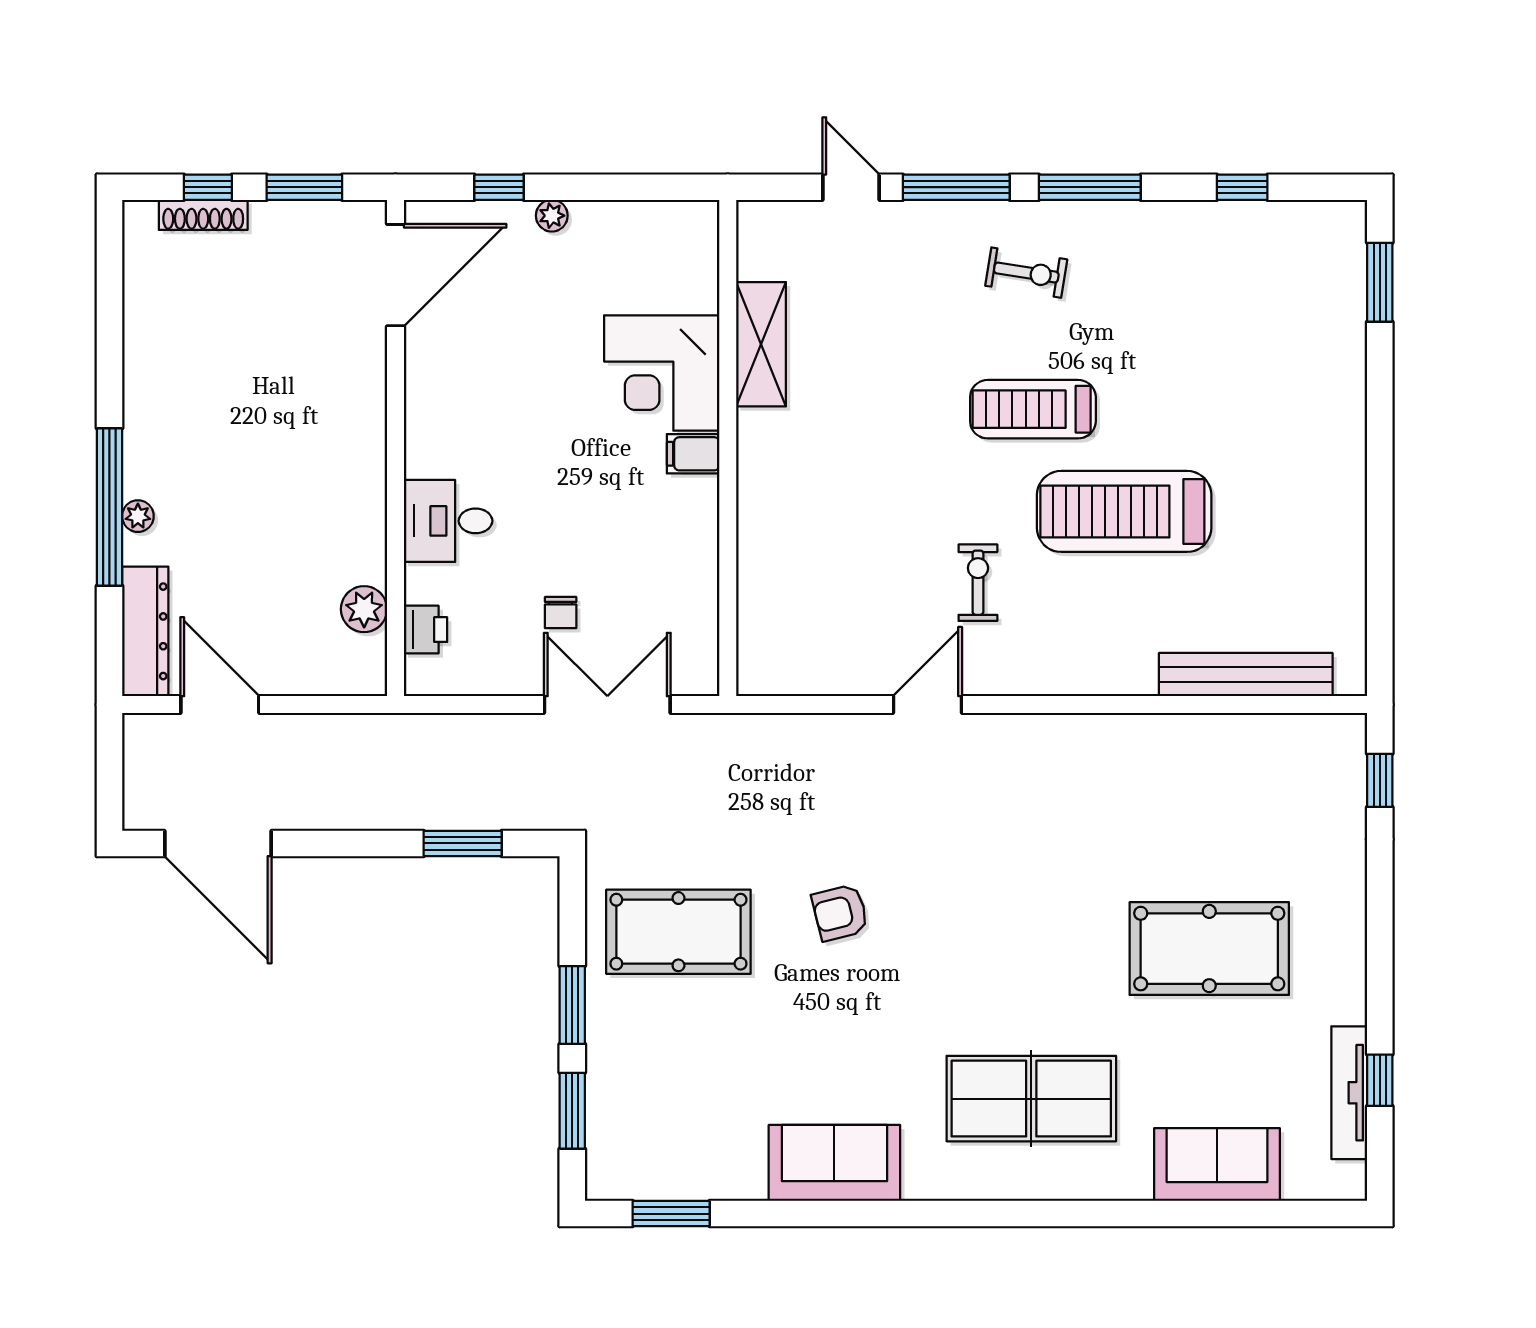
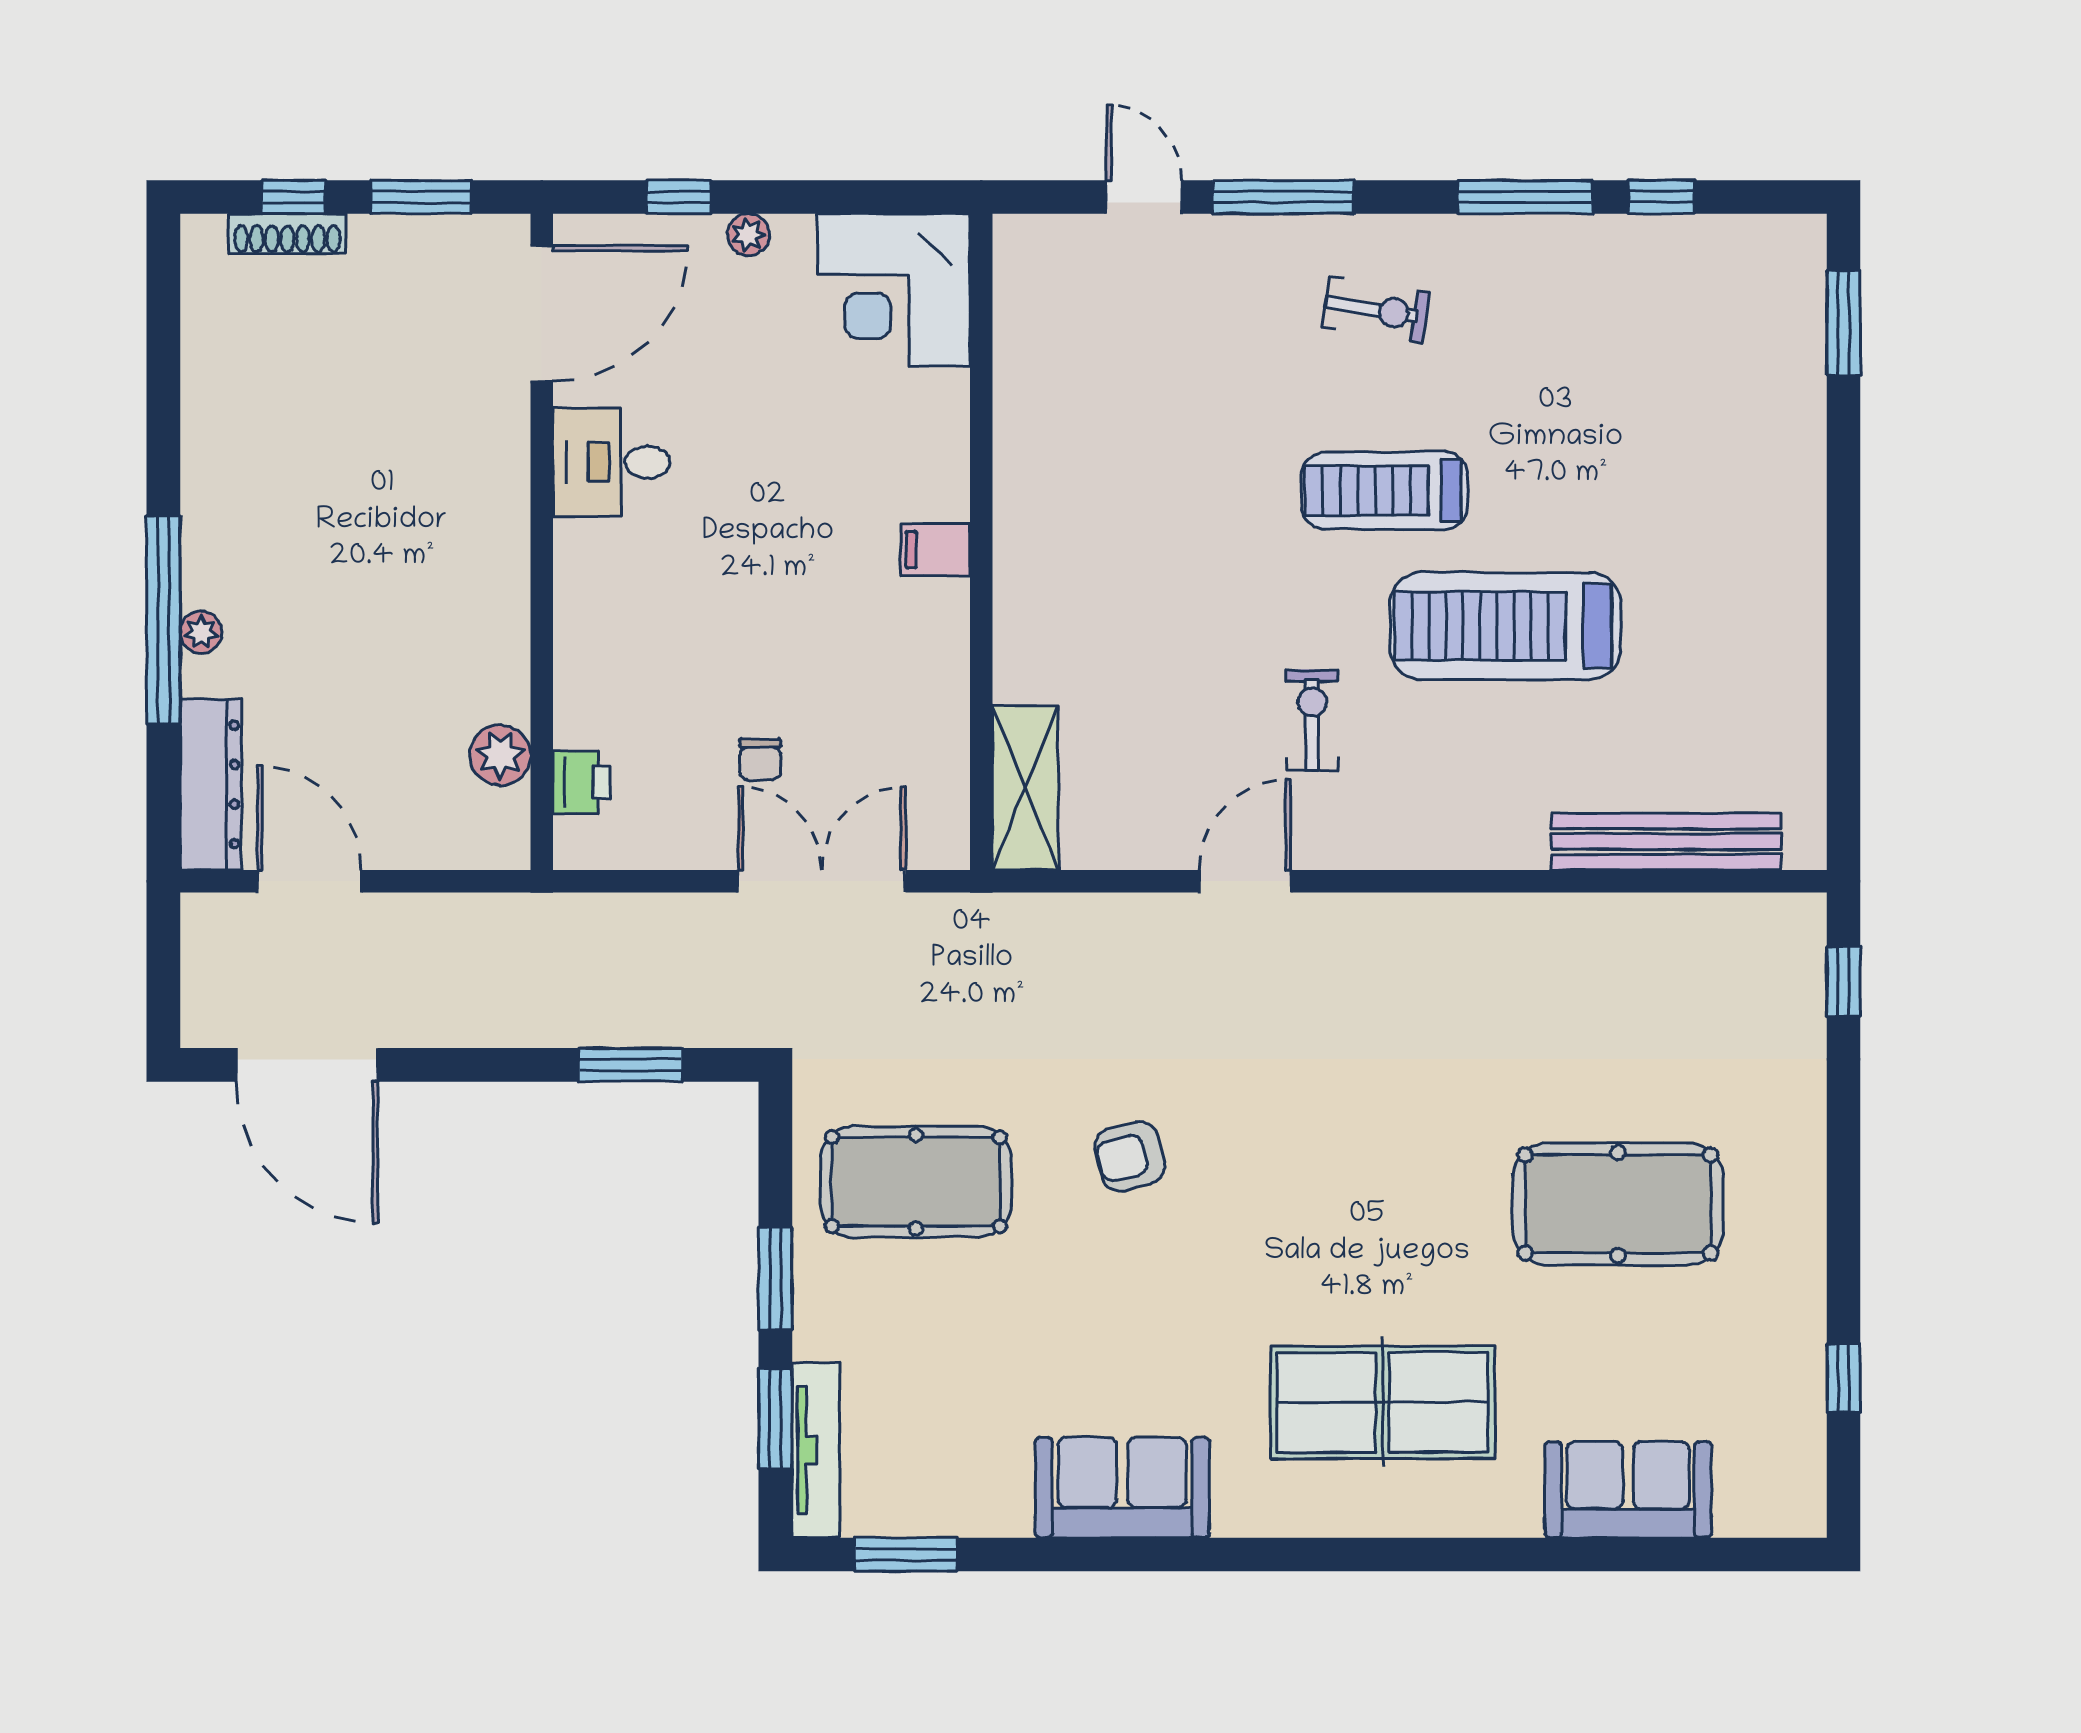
window: (1090, 187) -> (1525, 197), moved
shelving: (761, 344) -> (1025, 788), moved
corner desk: (662, 373) -> (894, 290), moved
desk: (448, 521) -> (611, 462), moved
tv unit: (1349, 1093) -> (816, 1450), moved, turned 180

